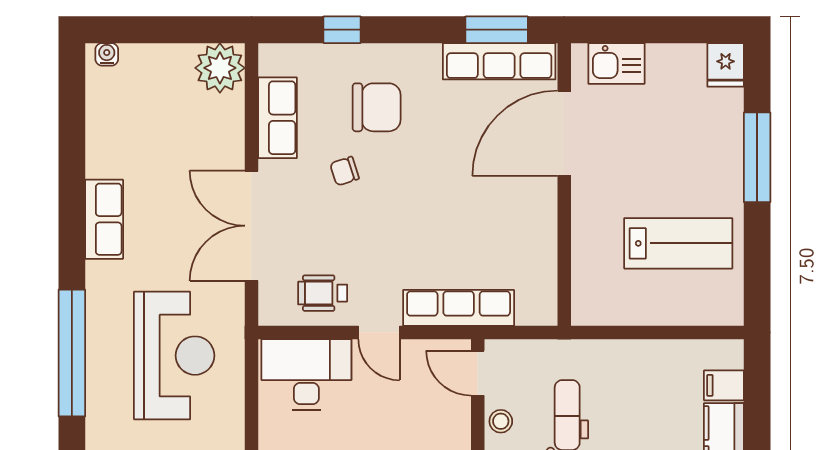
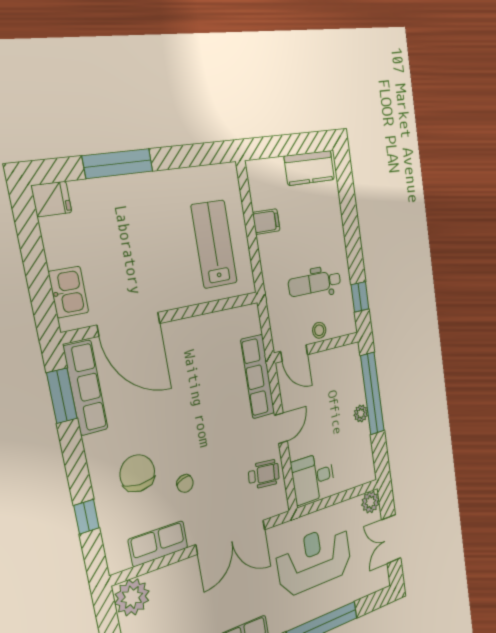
lab bench: (678, 243) -> (214, 244), moved
wheelchair: (323, 293) -> (264, 474), turned -85
door: (478, 373) -> (294, 353), hinge flipped
desk: (306, 374) -> (313, 478), width x0.73
filing cabinet: (724, 385) -> (266, 222), moved, turned -90

